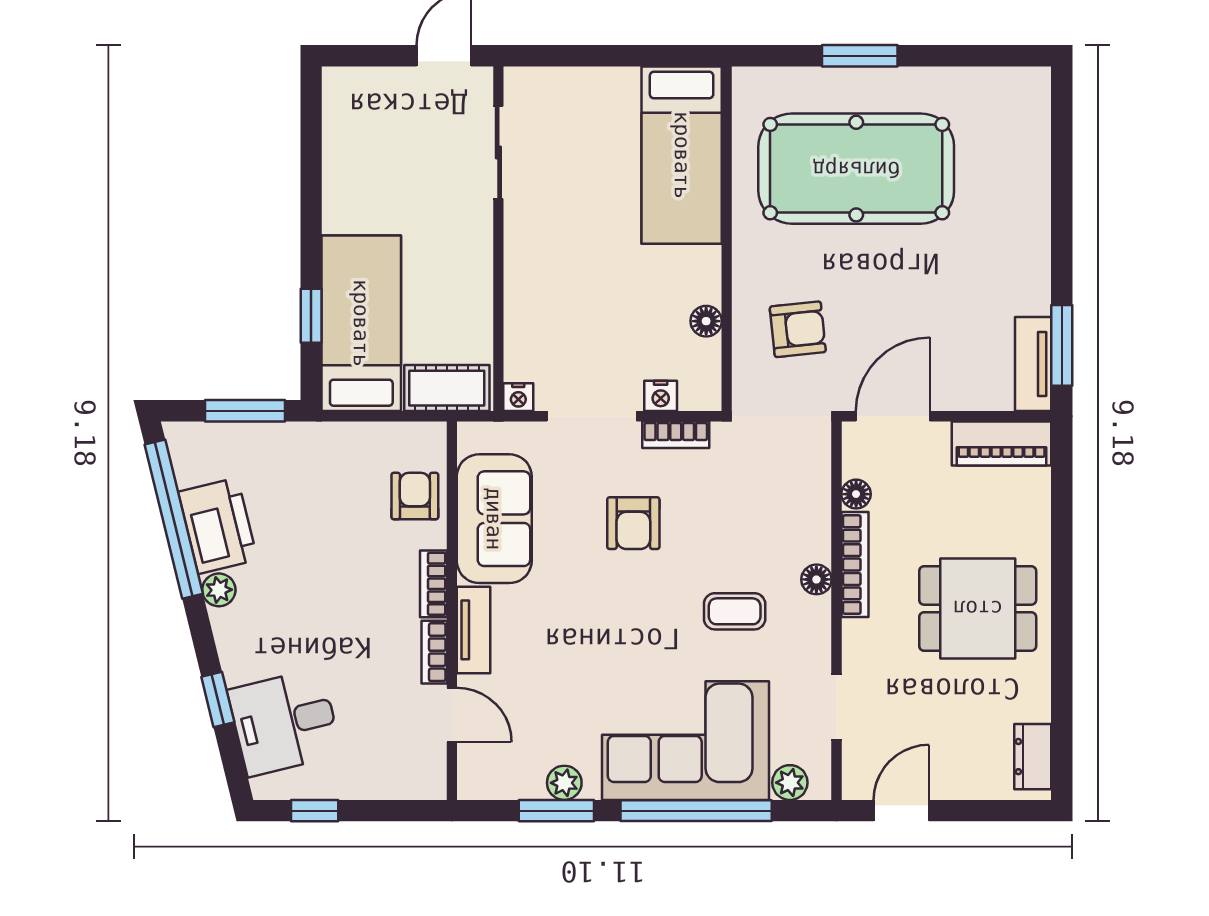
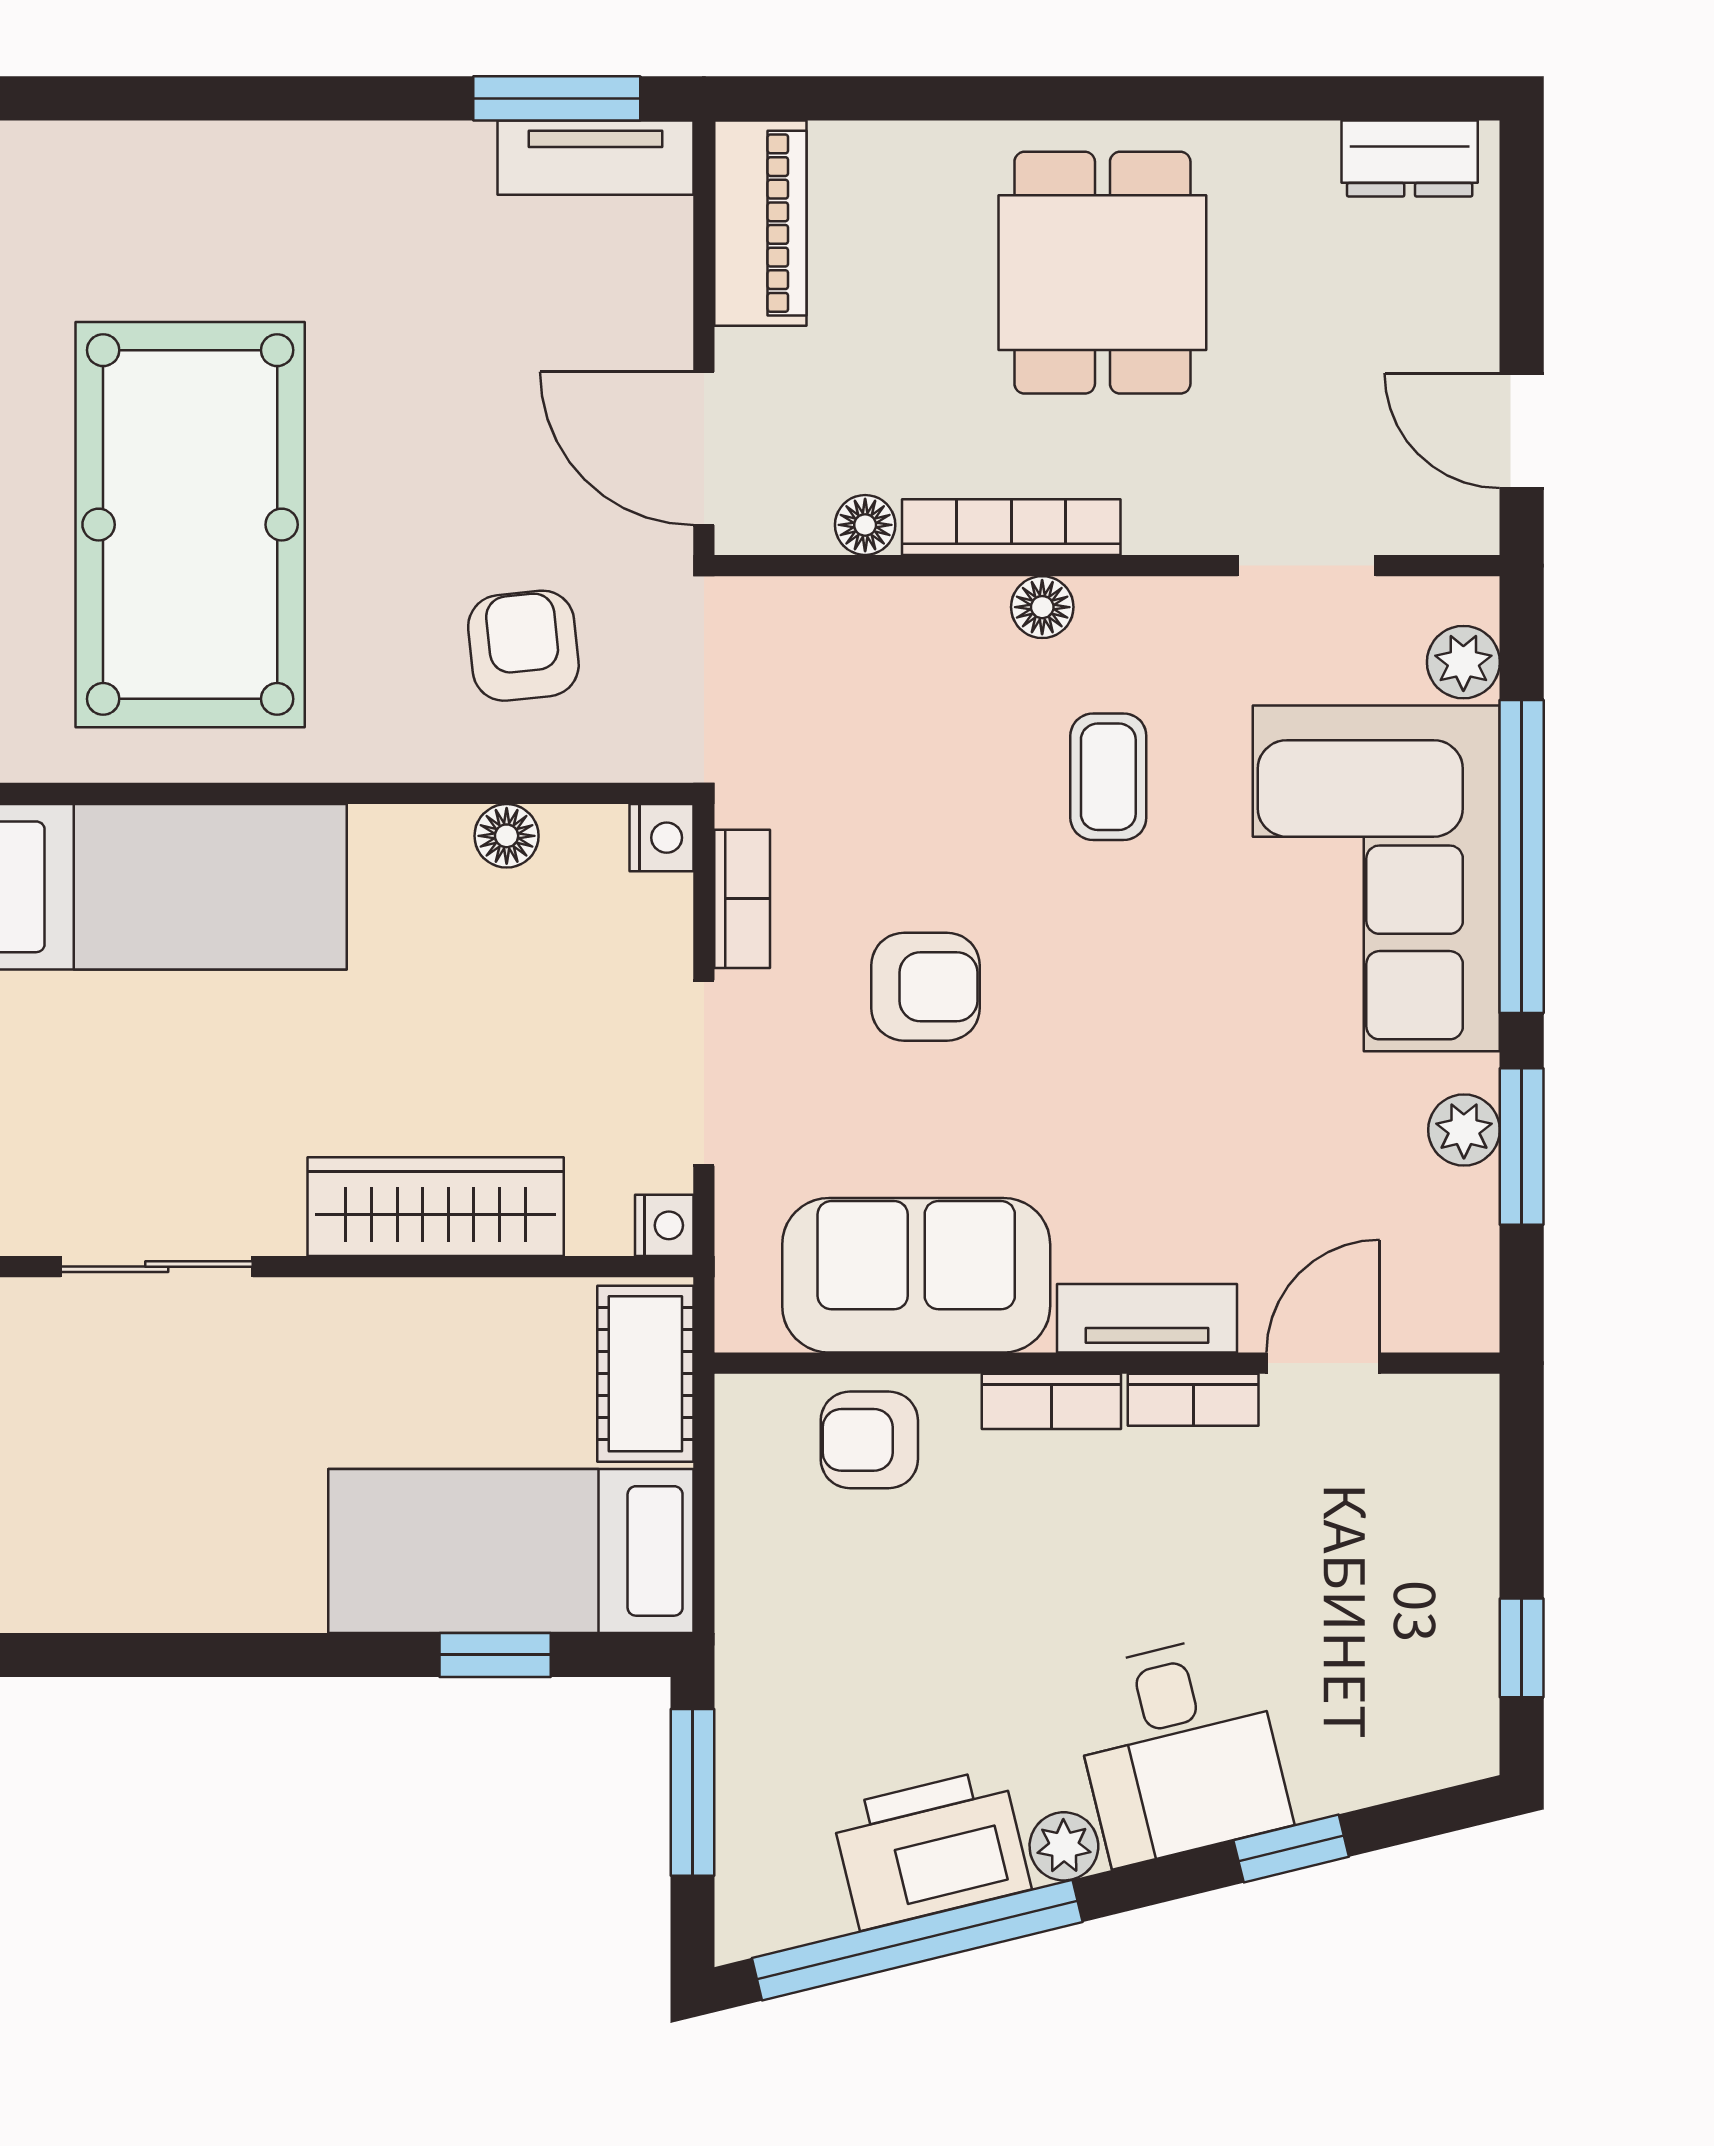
wardrobe: (527, 287) -> (436, 1207), added
nightstand: (661, 396) -> (662, 838), moved
desk: (285, 722) -> (1179, 1749), moved

